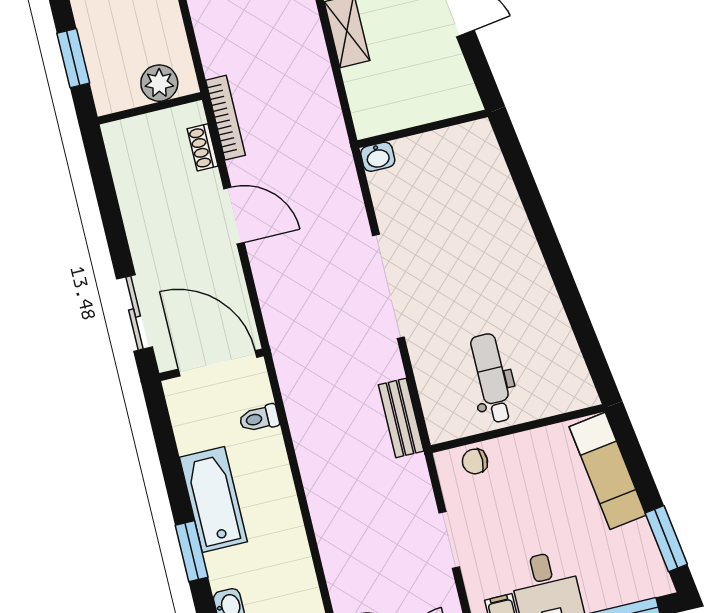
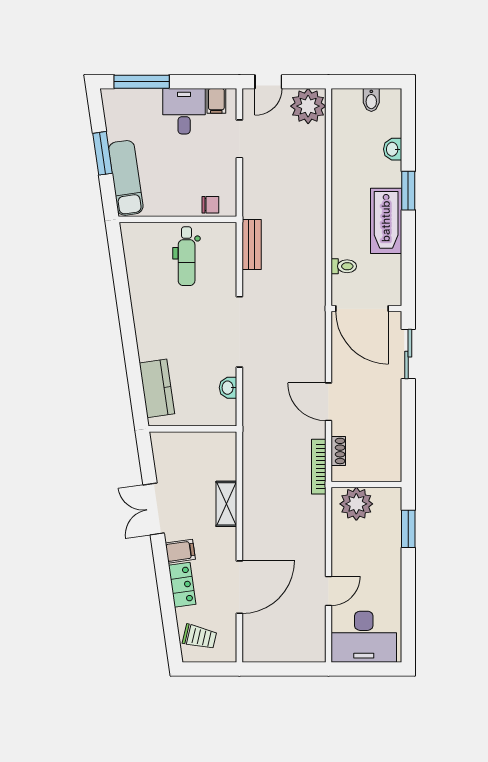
plant: (159, 83) -> (356, 504), width x1.36, depth x1.36
washbasin: (378, 157) -> (228, 388), moved, turned -90
kitchen counter: (489, 175) -> (157, 388), added
window: (666, 539) -> (102, 153), moved
doorway: (449, 540) -> (239, 139), moved

